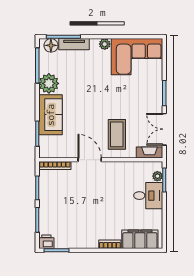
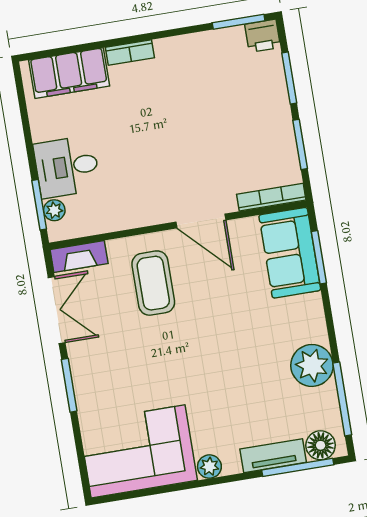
sofa: (50, 115) -> (290, 253), moved

